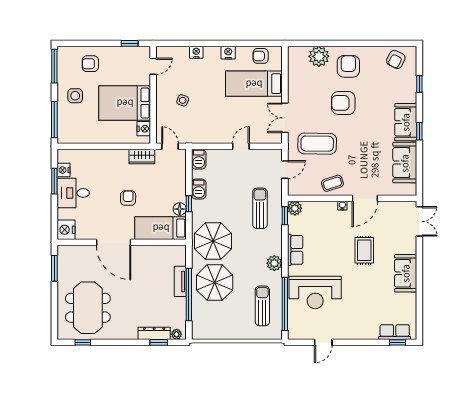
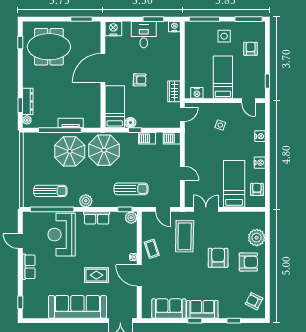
bed: (125, 103) -> (223, 77), width x0.67
nightstand: (64, 170) -> (174, 27), moved
sofa: (406, 273) -> (77, 307), width x1.85, depth x1.27
row of seats: (395, 332) -> (29, 267), moved

